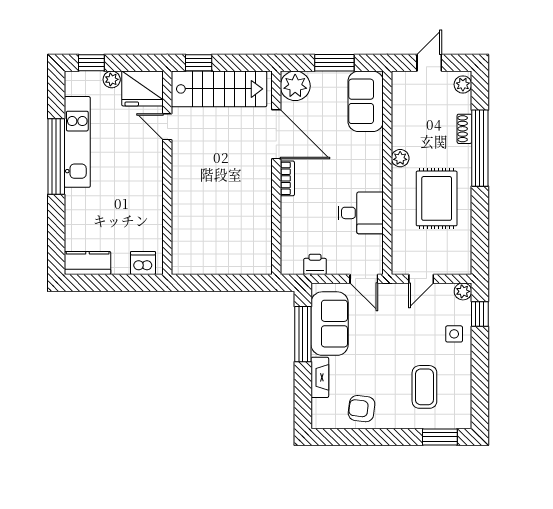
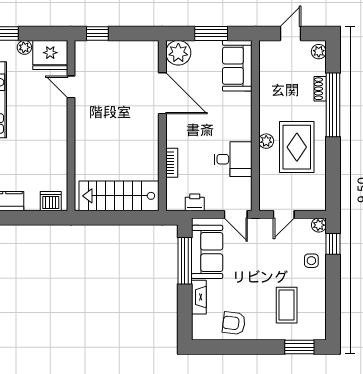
stairs: (219, 89) -> (119, 196), moved, turned 180
plant: (400, 158) -> (266, 141), moved
bookcase: (287, 178) -> (172, 163), moved

